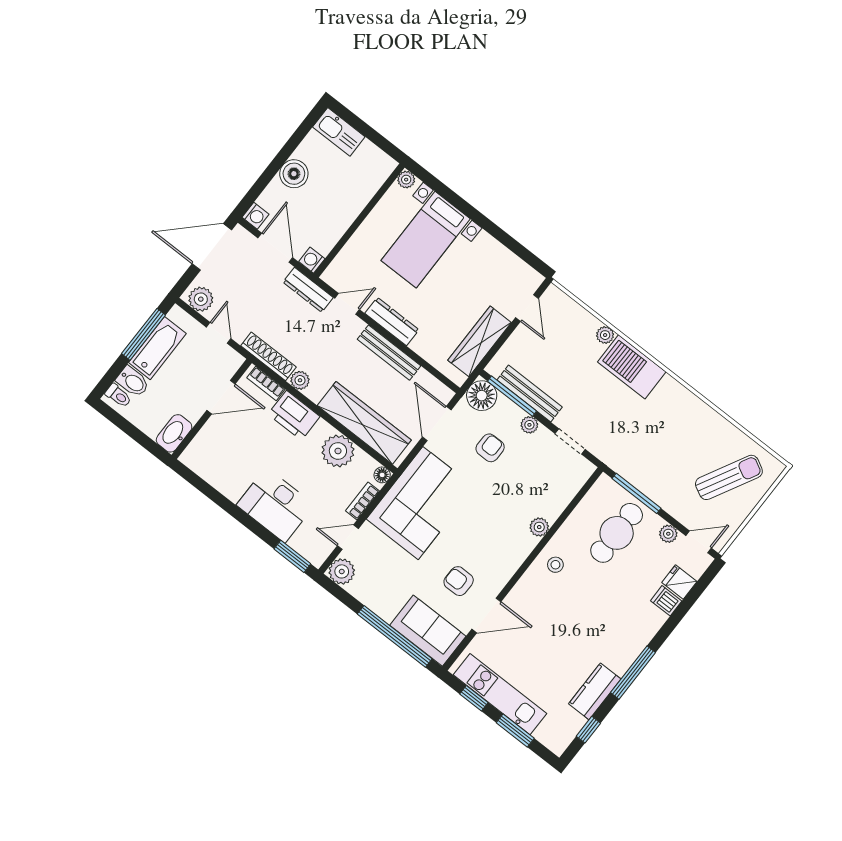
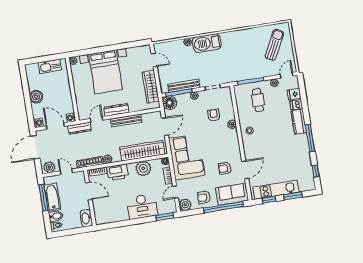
kitchen sink: (339, 132) -> (50, 66), moved
bed with nightstands: (426, 240) -> (106, 72), width x1.36
door: (221, 397) -> (89, 191), hinge flipped
door: (437, 423) -> (165, 127), swing flipped
armchair: (490, 448) -> (214, 115), moved
cafe table: (617, 533) -> (258, 100), width x0.73, depth x0.74
armchair: (381, 590) -> (204, 197), added
kitchen counter: (595, 691) -> (299, 122), moved

